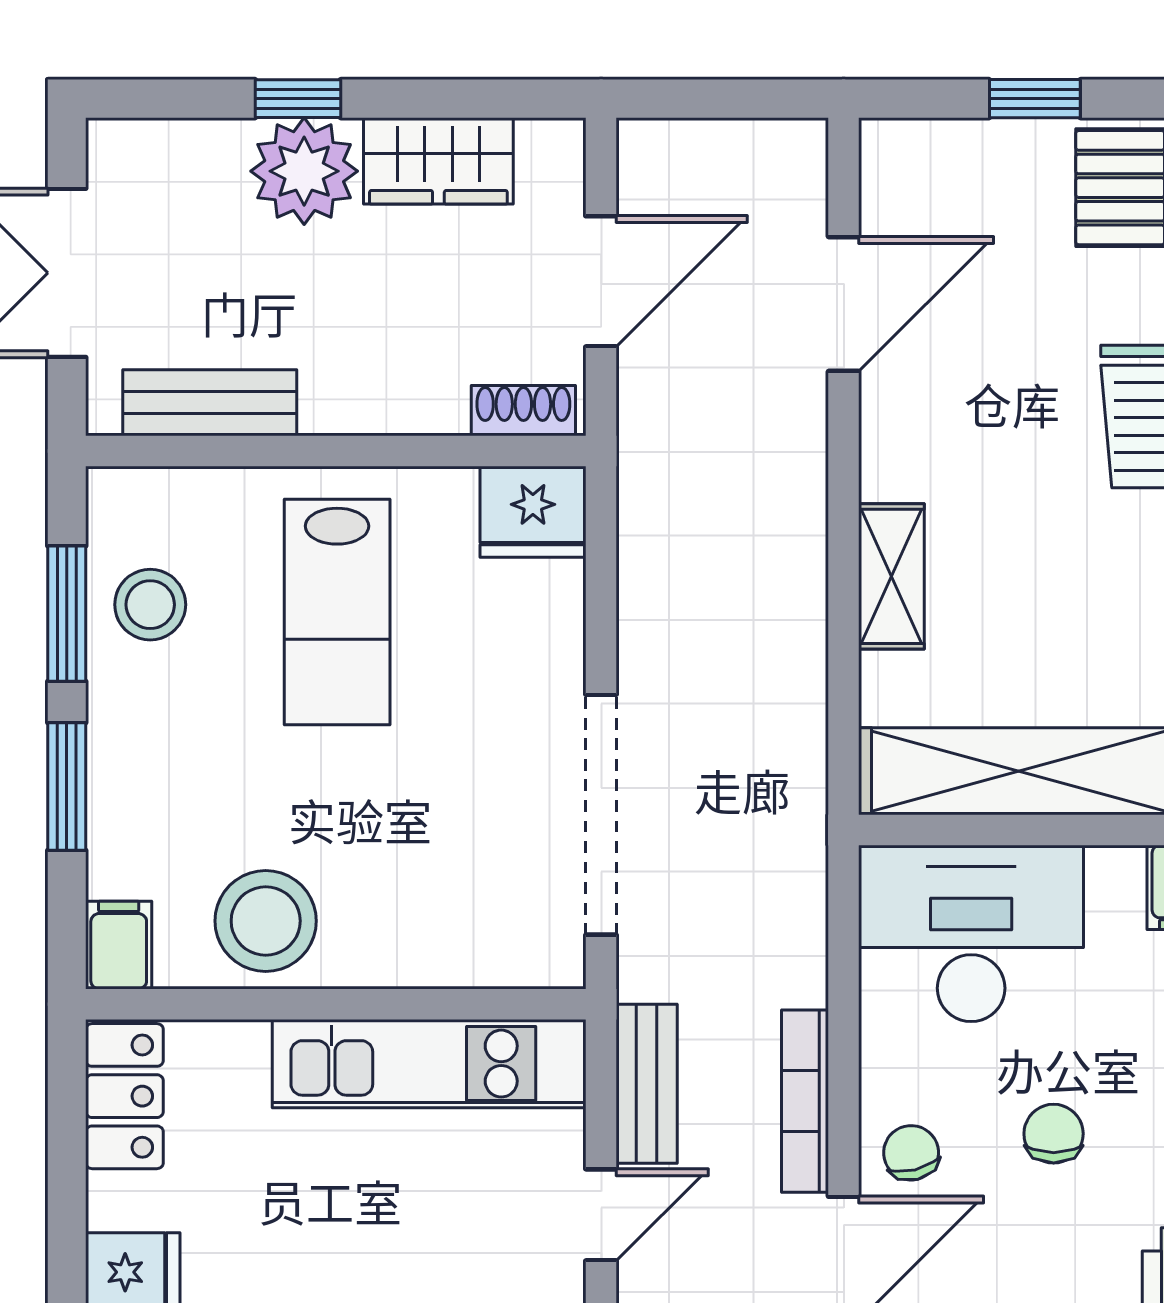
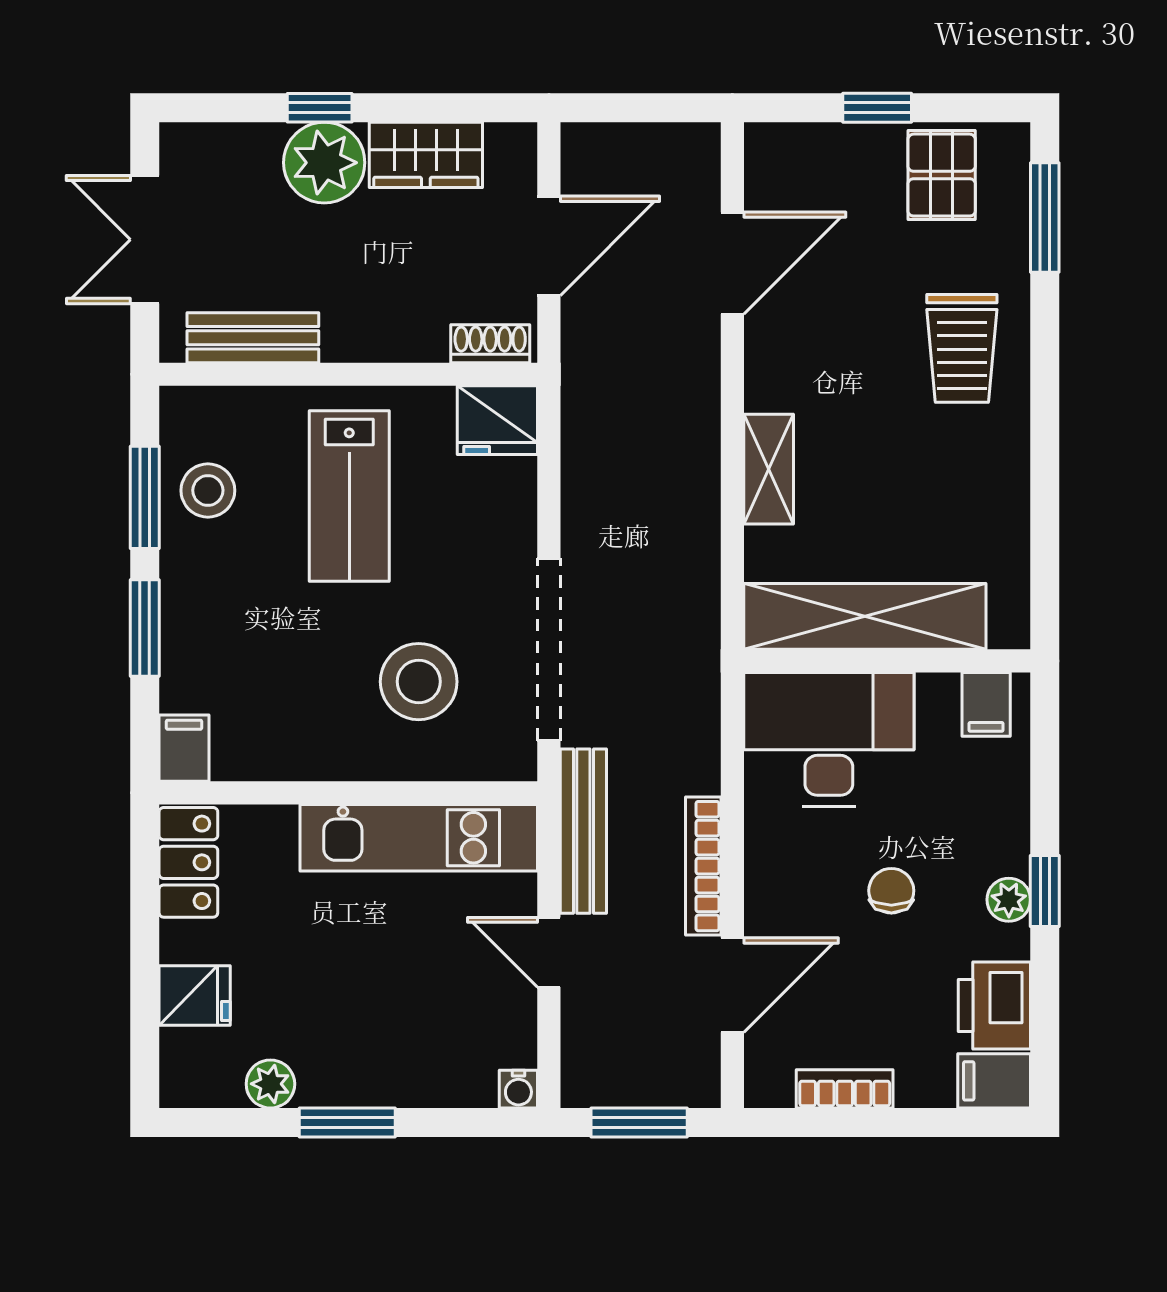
stool: (266, 921) -> (419, 682), moved
bench: (647, 1084) -> (583, 831), width x1.36
chair: (911, 1153) -> (783, 905), removed
door: (601, 1215) -> (549, 952), swing flipped

